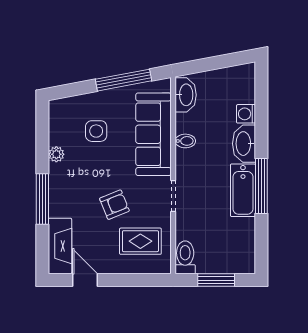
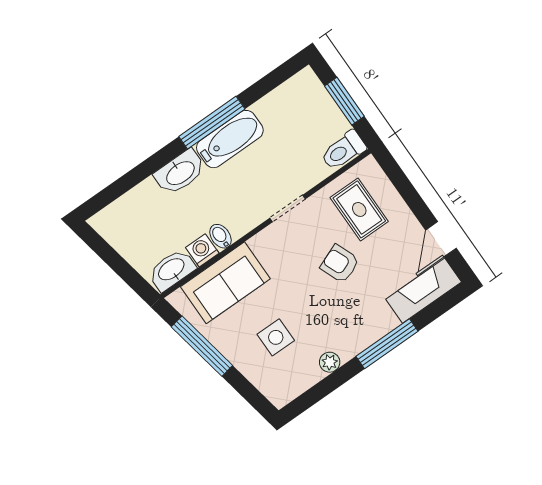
washing machine: (246, 114) -> (202, 250), moved, turned 180
sofa: (153, 134) -> (225, 283), width x0.73

